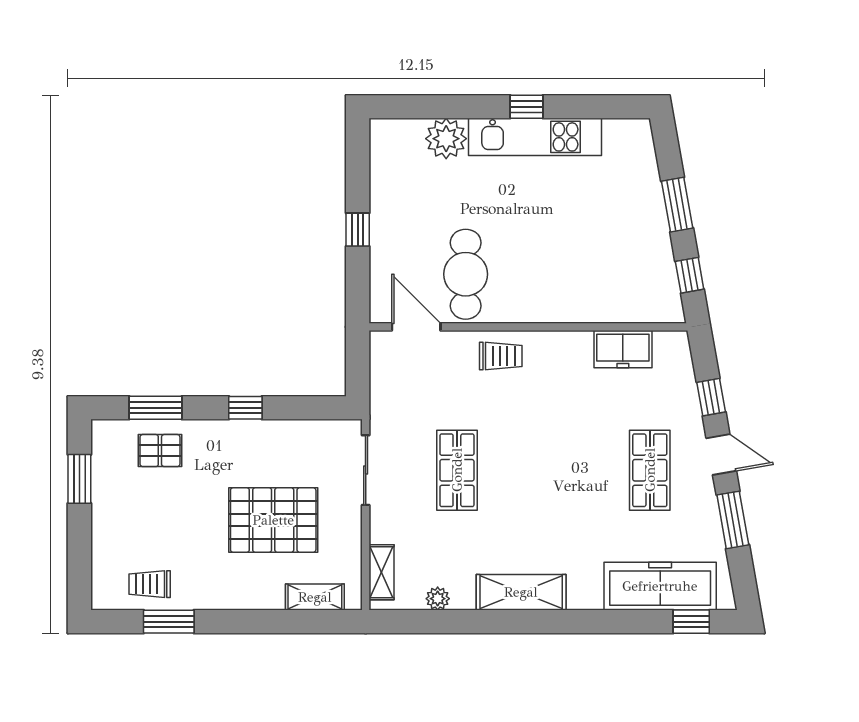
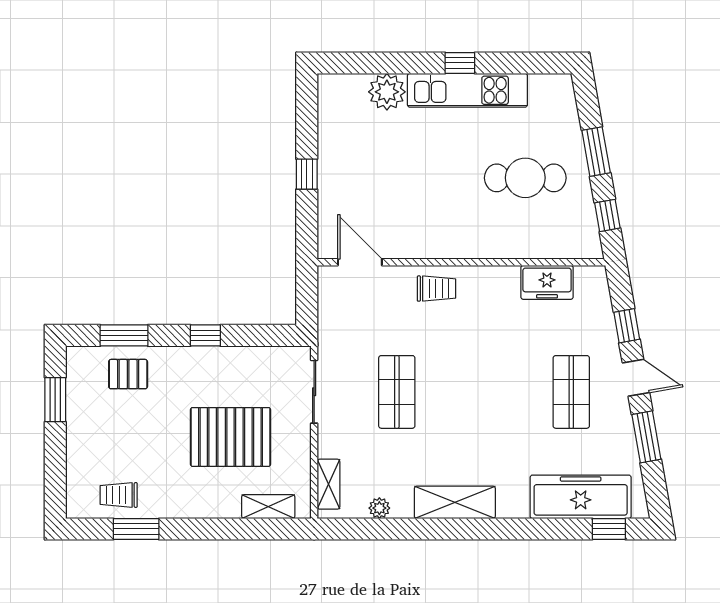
cafe table: (466, 274) -> (525, 178), moved, turned 90

